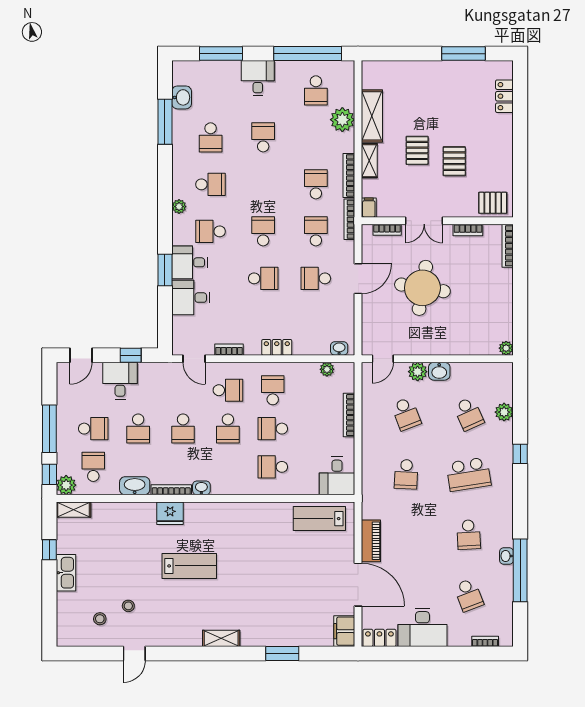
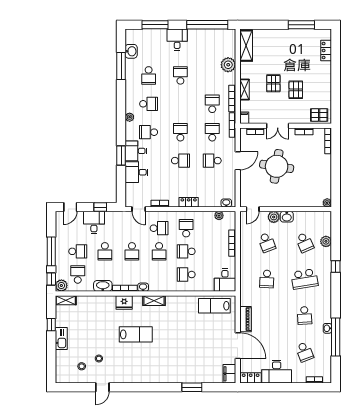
school desk: (316, 90) -> (212, 47), removed
shelving: (372, 116) -> (246, 46), moved
shelving: (221, 638) -> (154, 301), moved

